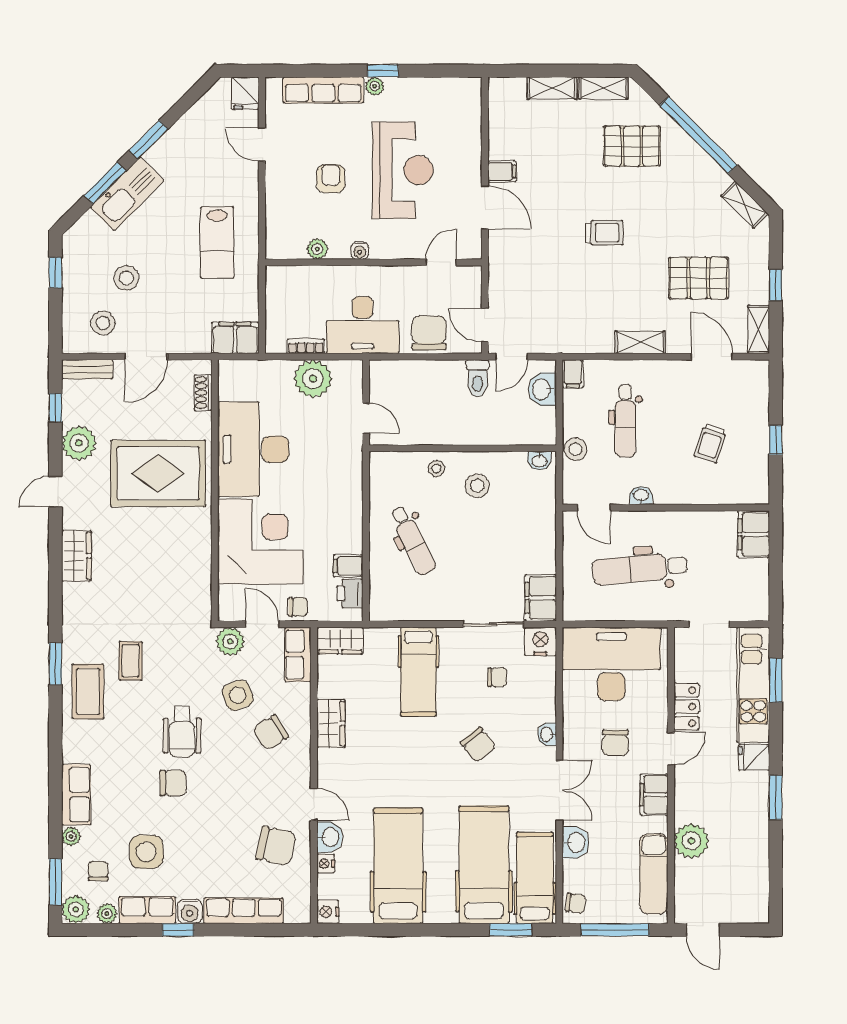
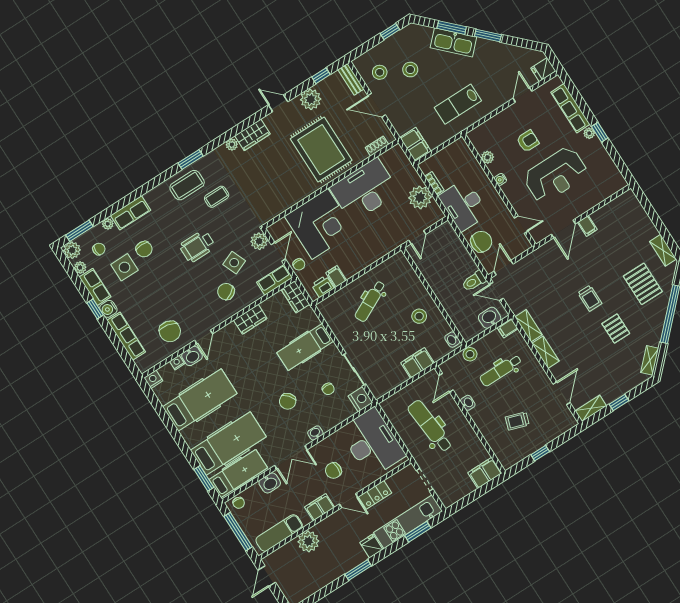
shelving: (552, 88) -> (529, 326), moved
pallet: (698, 278) -> (616, 329), moved, width x0.67, depth x0.71
stool: (436, 469) -> (415, 290), removed
plant: (71, 593) -> (232, 145), added
filing cabinet: (541, 598) -> (417, 363), moved
chair: (173, 783) -> (144, 249), moved

